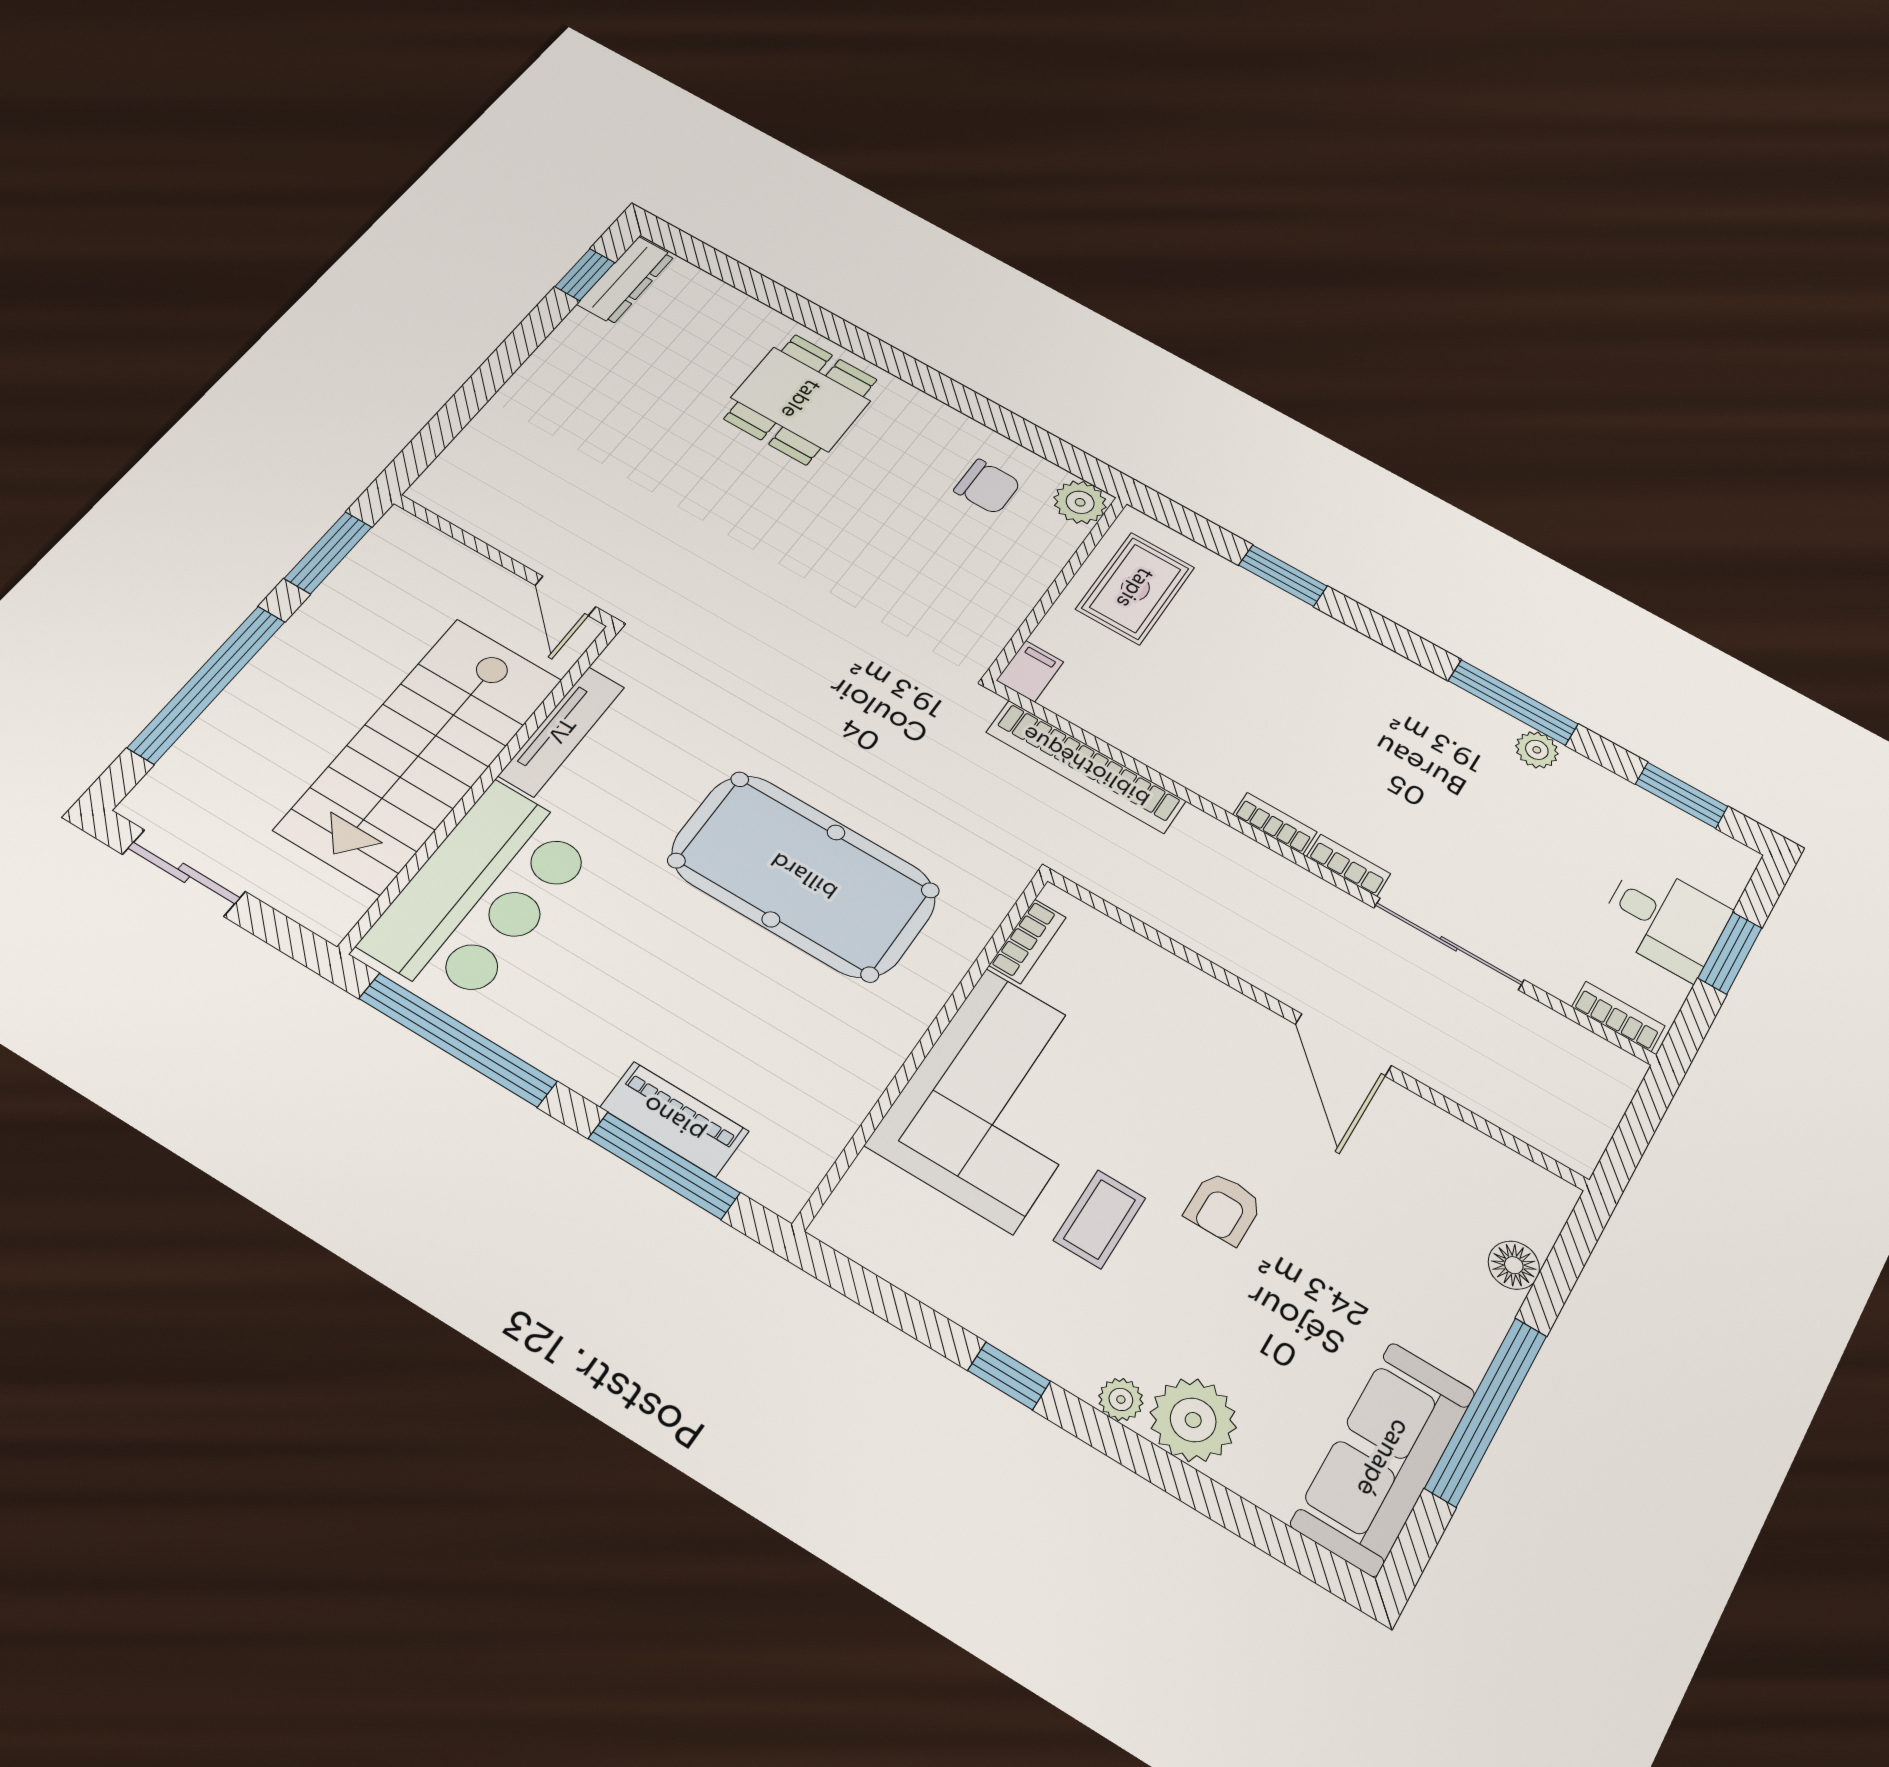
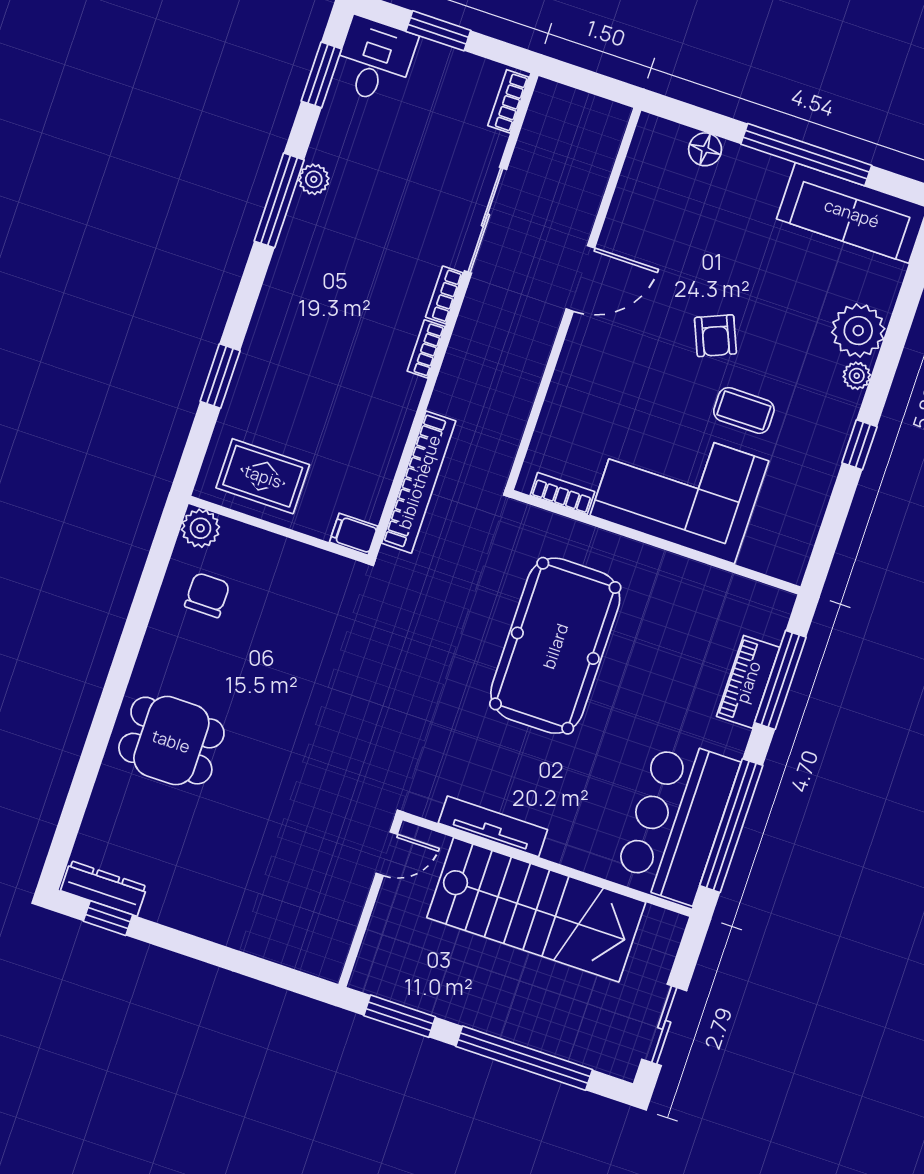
bar counter: (480, 894) -> (677, 821), moved, turned -90
desk: (1665, 920) -> (374, 60), moved
armchair: (1224, 1208) -> (715, 336), turned 67

